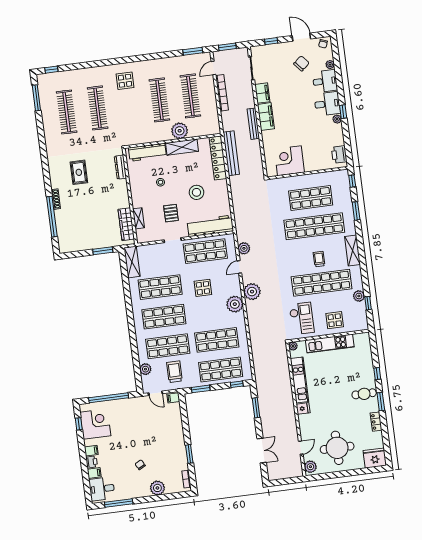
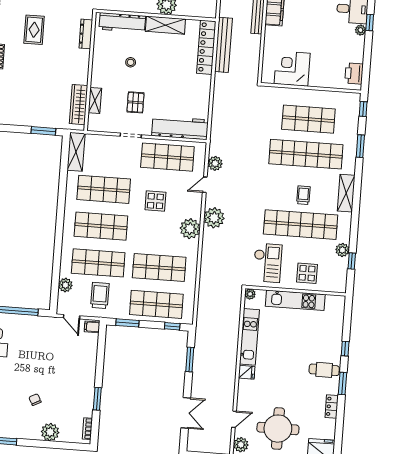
stool: (196, 192) -> (172, 84), removed

